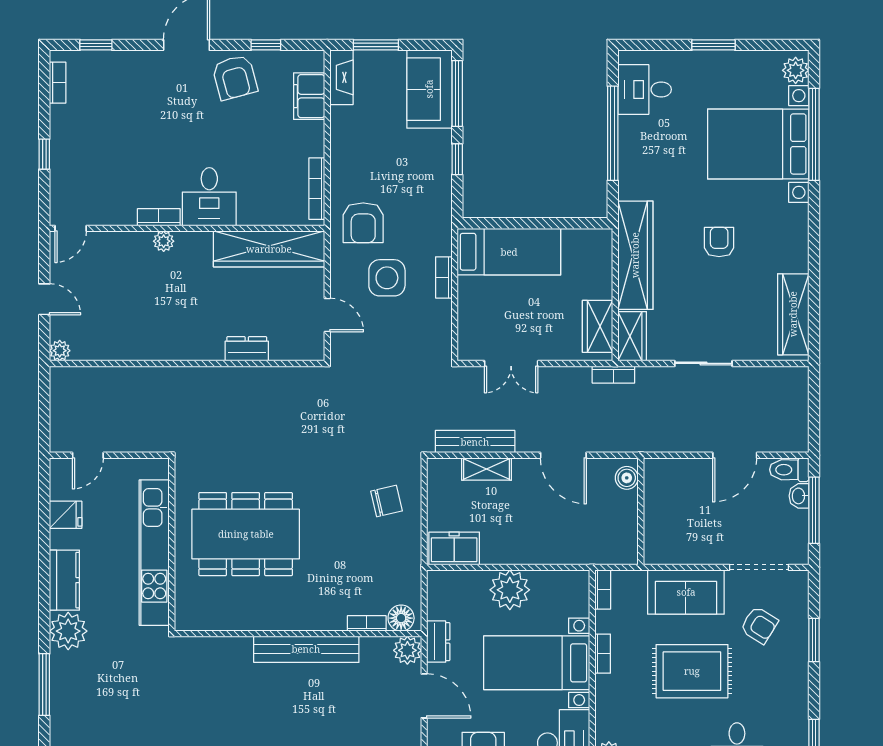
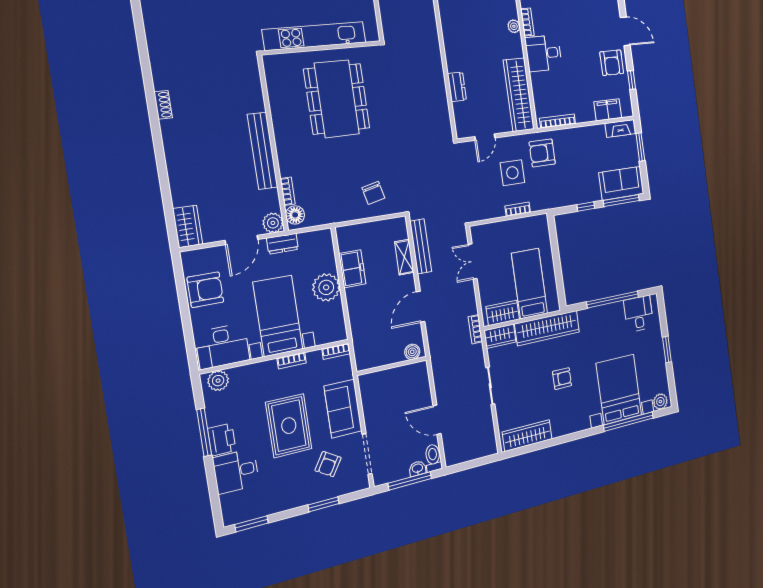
armchair: (235, 77) -> (612, 63), turned -75
bed: (509, 252) -> (529, 283), moved, turned 180
freezer: (454, 548) -> (352, 269), moved

